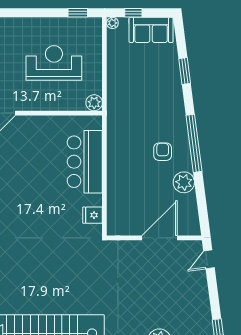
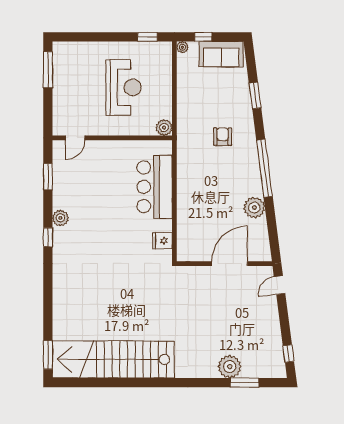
reception desk: (54, 63) -> (124, 87), turned 90
armchair: (163, 152) -> (223, 137), moved

